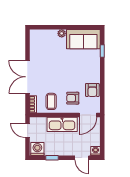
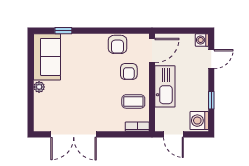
double door: (27, 77) -> (74, 134), moved
armchair: (92, 90) -> (117, 44), turned 90
door: (88, 115) -> (152, 51), hinge flipped
door: (27, 130) -> (173, 134), hinge flipped

